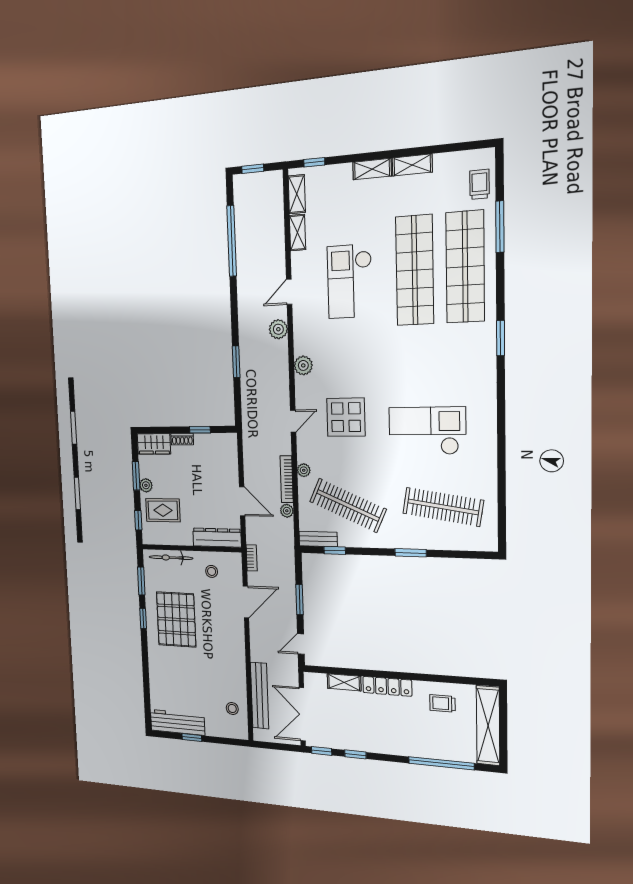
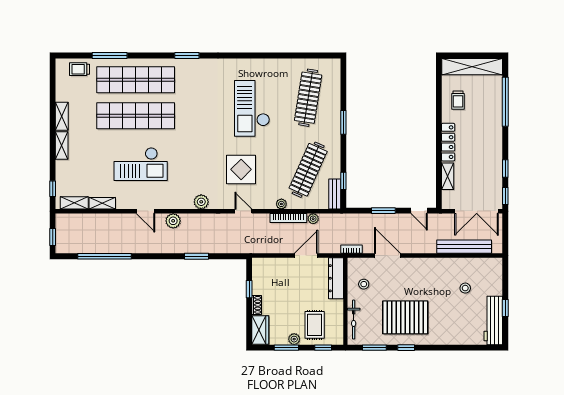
stool: (232, 708) -> (465, 288), moved

